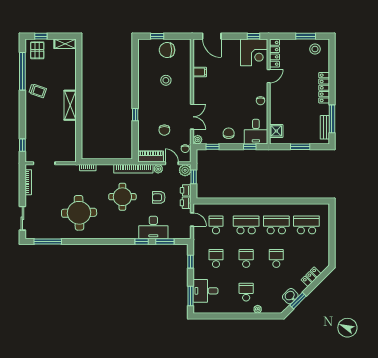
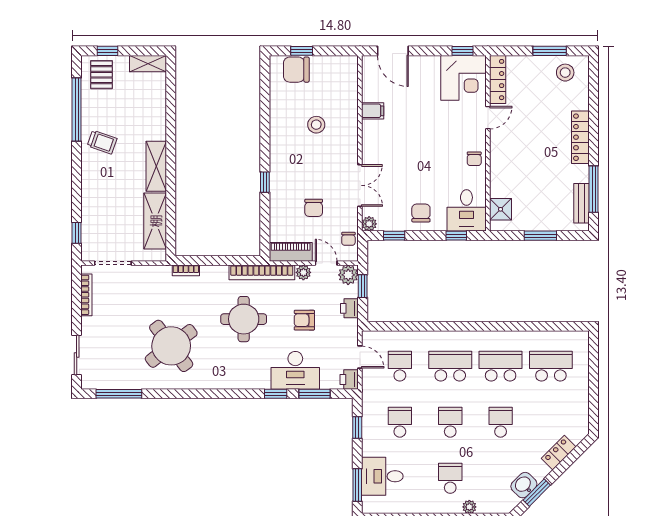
chair: (167, 50) -> (296, 70), moved
shelving: (69, 138) -> (155, 221), added
printer: (186, 203) -> (349, 379), moved
round table: (79, 213) -> (171, 346), turned -35

